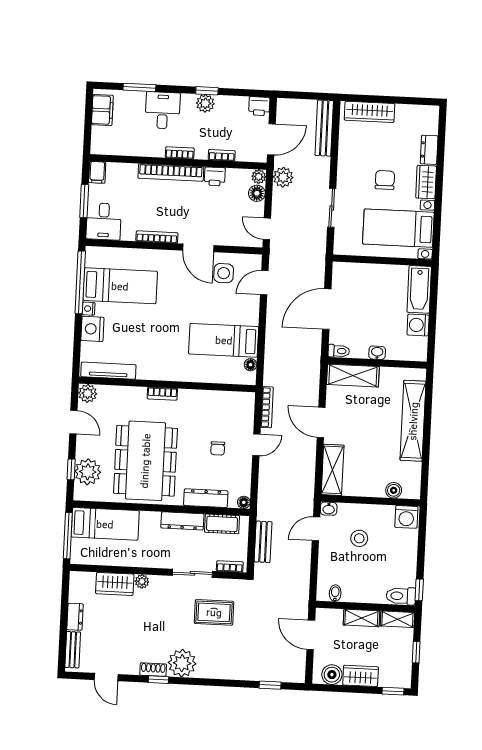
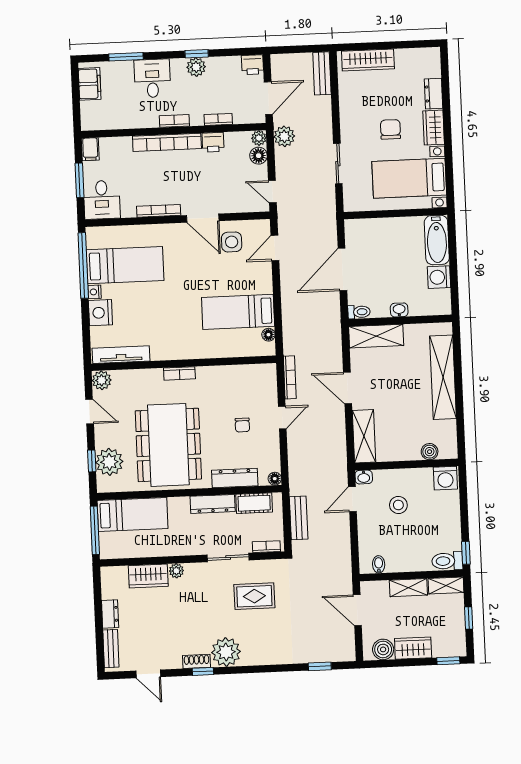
bench: (324, 128) -> (322, 73), width x0.73

